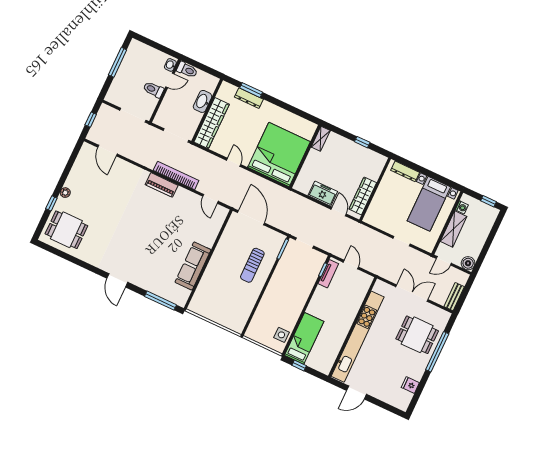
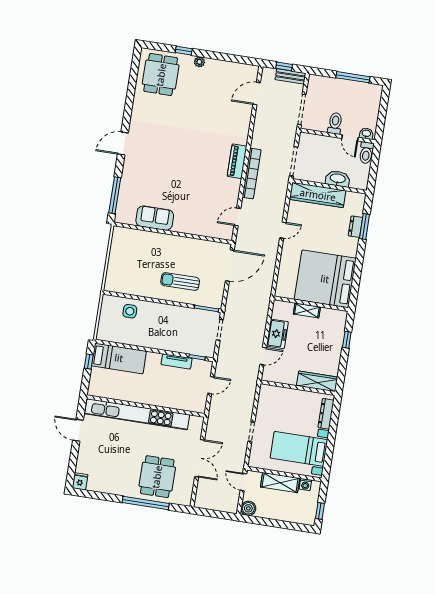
dresser: (249, 98) -> (355, 227), width x0.70
shelving: (321, 139) -> (307, 310), moved
window: (362, 142) -> (347, 340), moved
bed: (279, 155) -> (325, 279), moved, turned 180
wardrobe: (363, 196) -> (317, 381), moved
sofa: (193, 266) -> (155, 218), width x0.73
tv unit: (328, 274) -> (177, 361), moved
bench: (454, 297) -> (290, 76), moved
side table: (281, 335) -> (130, 311), moved
fridge: (410, 385) -> (80, 481), moved

